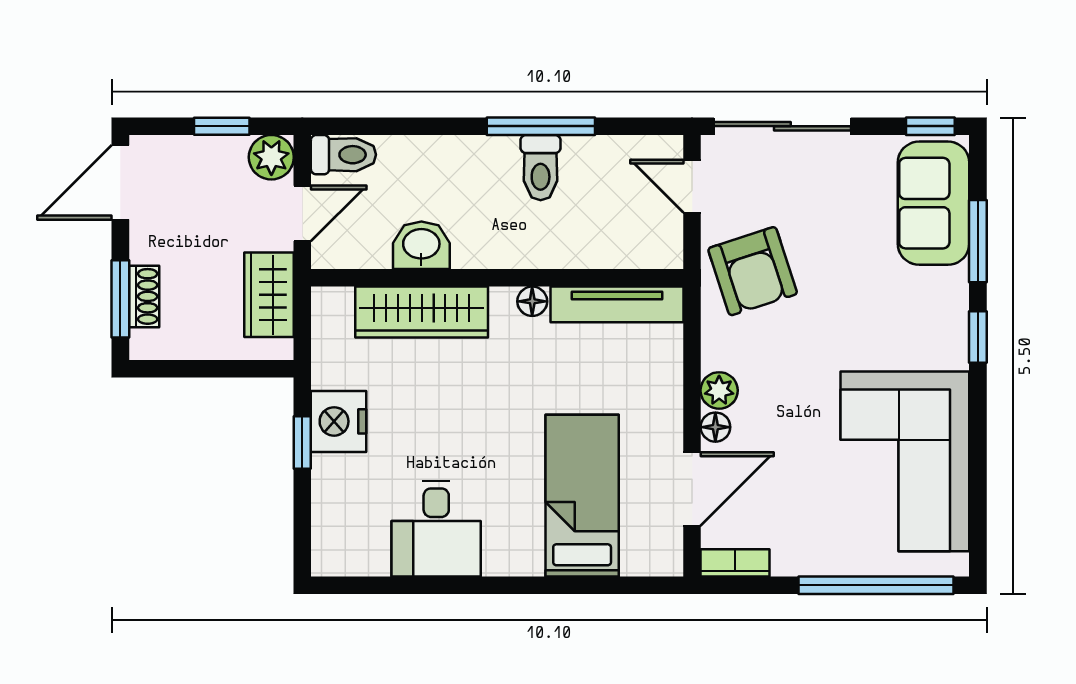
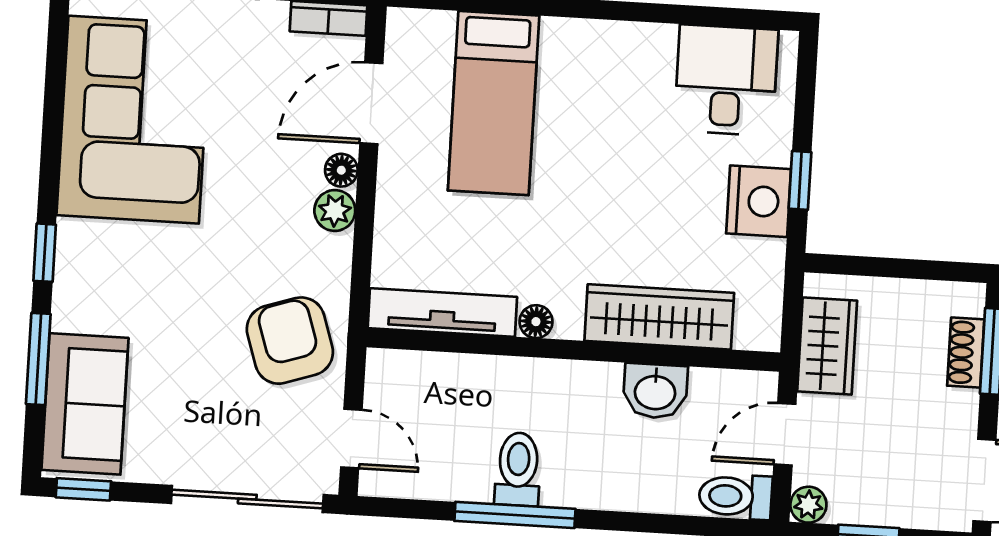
plant: (271, 157) -> (808, 505), width x0.73, depth x0.73
desk: (436, 529) -> (726, 80), moved

